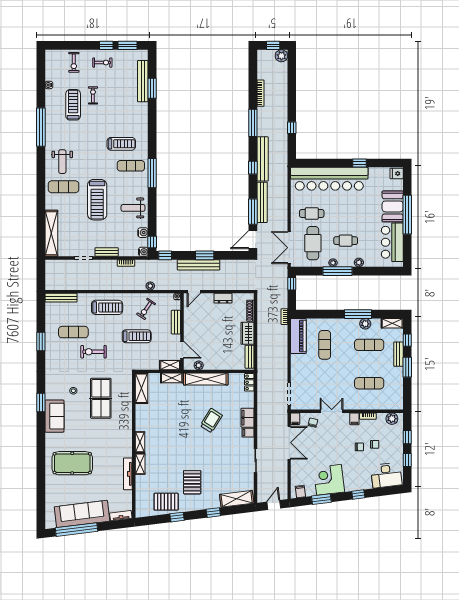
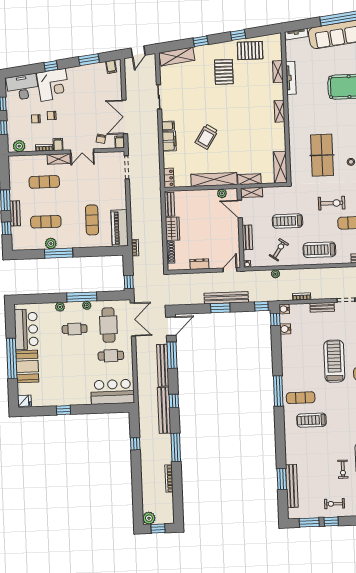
bar counter: (329, 179) -> (113, 392), width x0.54
weight bench: (133, 208) -> (297, 354), removed
shelving: (392, 323) -> (59, 159), moved
shelving: (140, 464) -> (278, 72), moved
corner desk: (329, 480) -> (53, 85), moved

